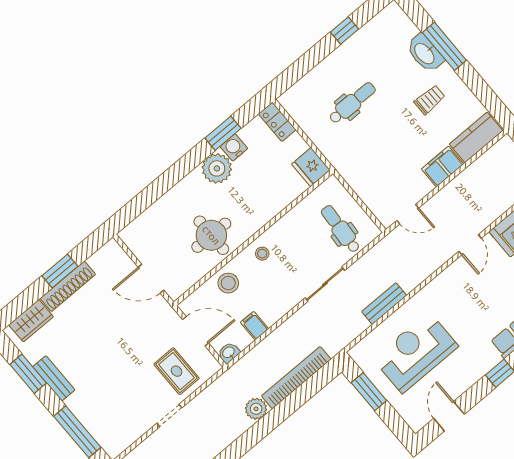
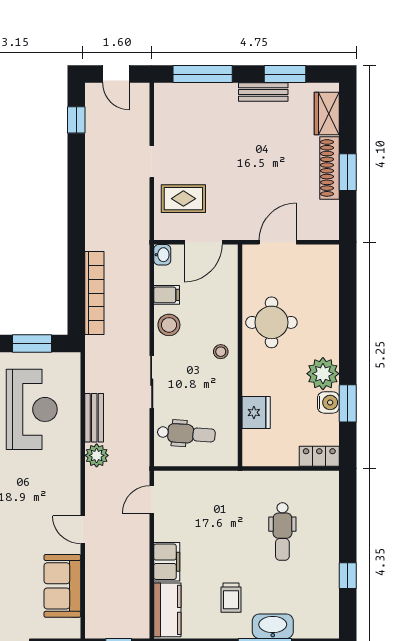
fridge: (311, 167) -> (256, 412), moved, turned 90
stool: (228, 283) -> (169, 325), moved
plant: (256, 409) -> (97, 455), moved

